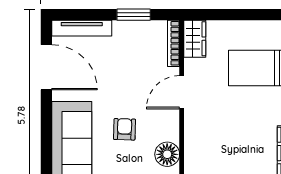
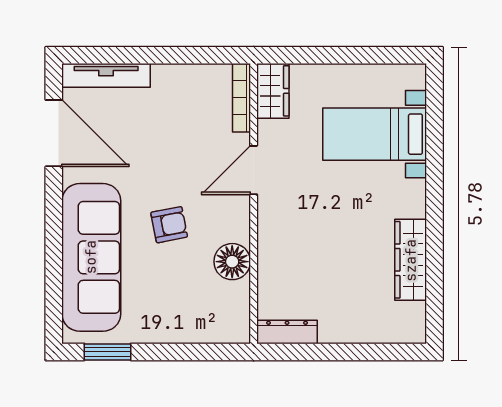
window: (134, 15) -> (183, 55), removed
armchair: (124, 129) -> (169, 225), turned 77

